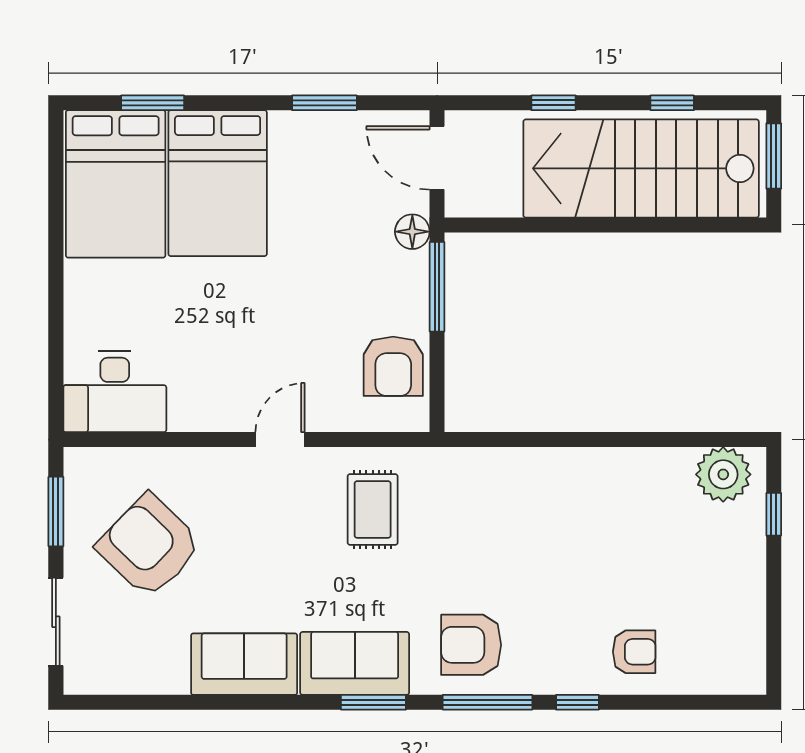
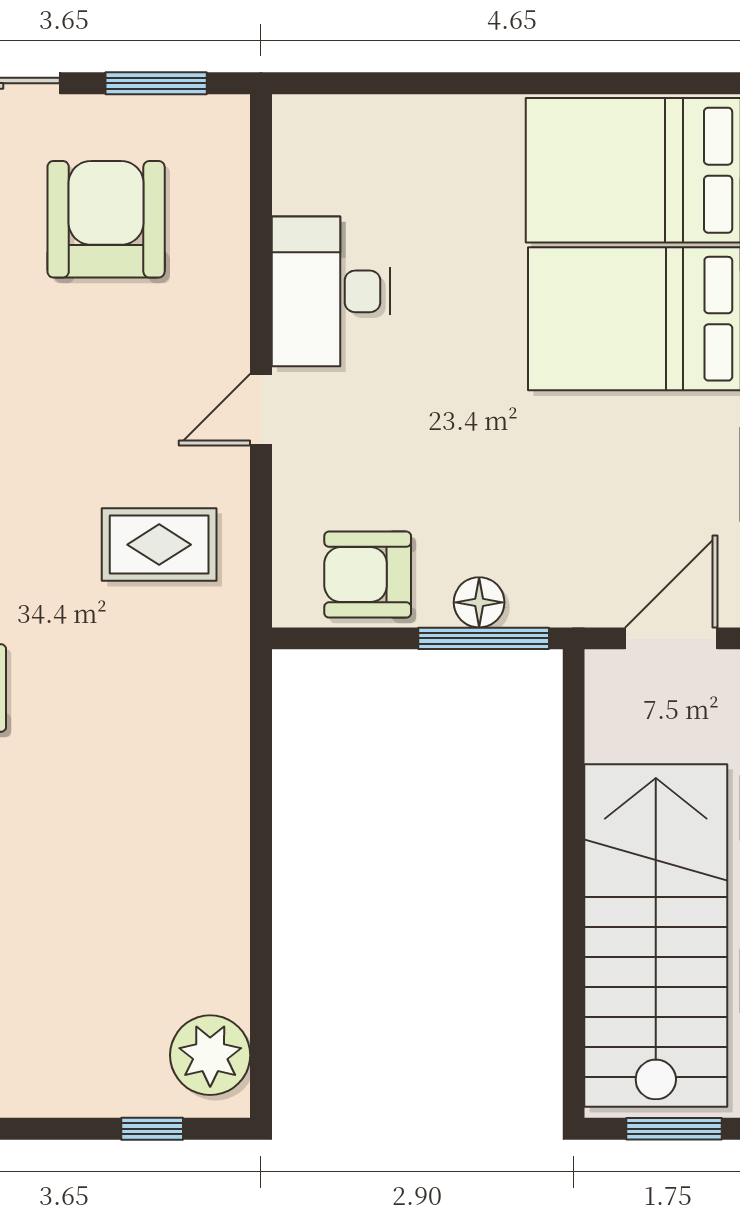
floor lamp: (412, 232) -> (479, 602), moved
desk: (115, 392) -> (331, 291), moved
door: (280, 440) -> (261, 410), swing flipped
armchair: (149, 546) -> (106, 219), turned -44

